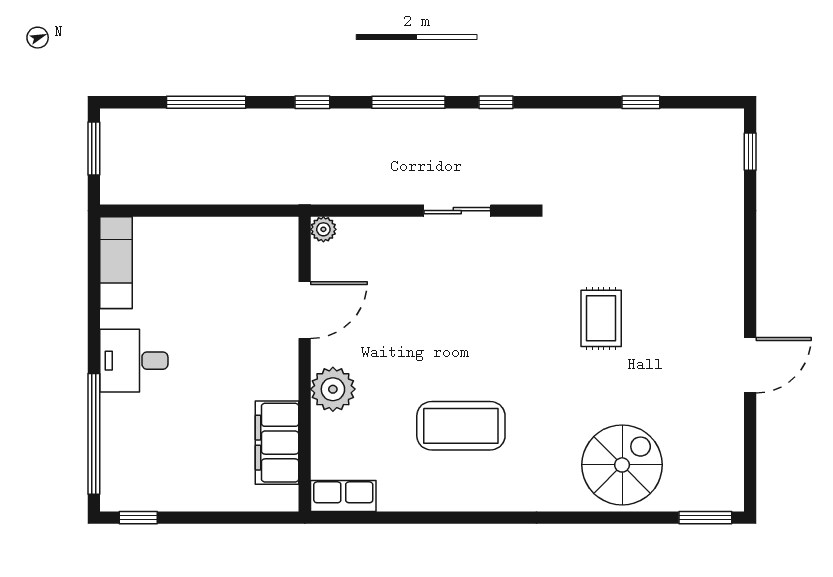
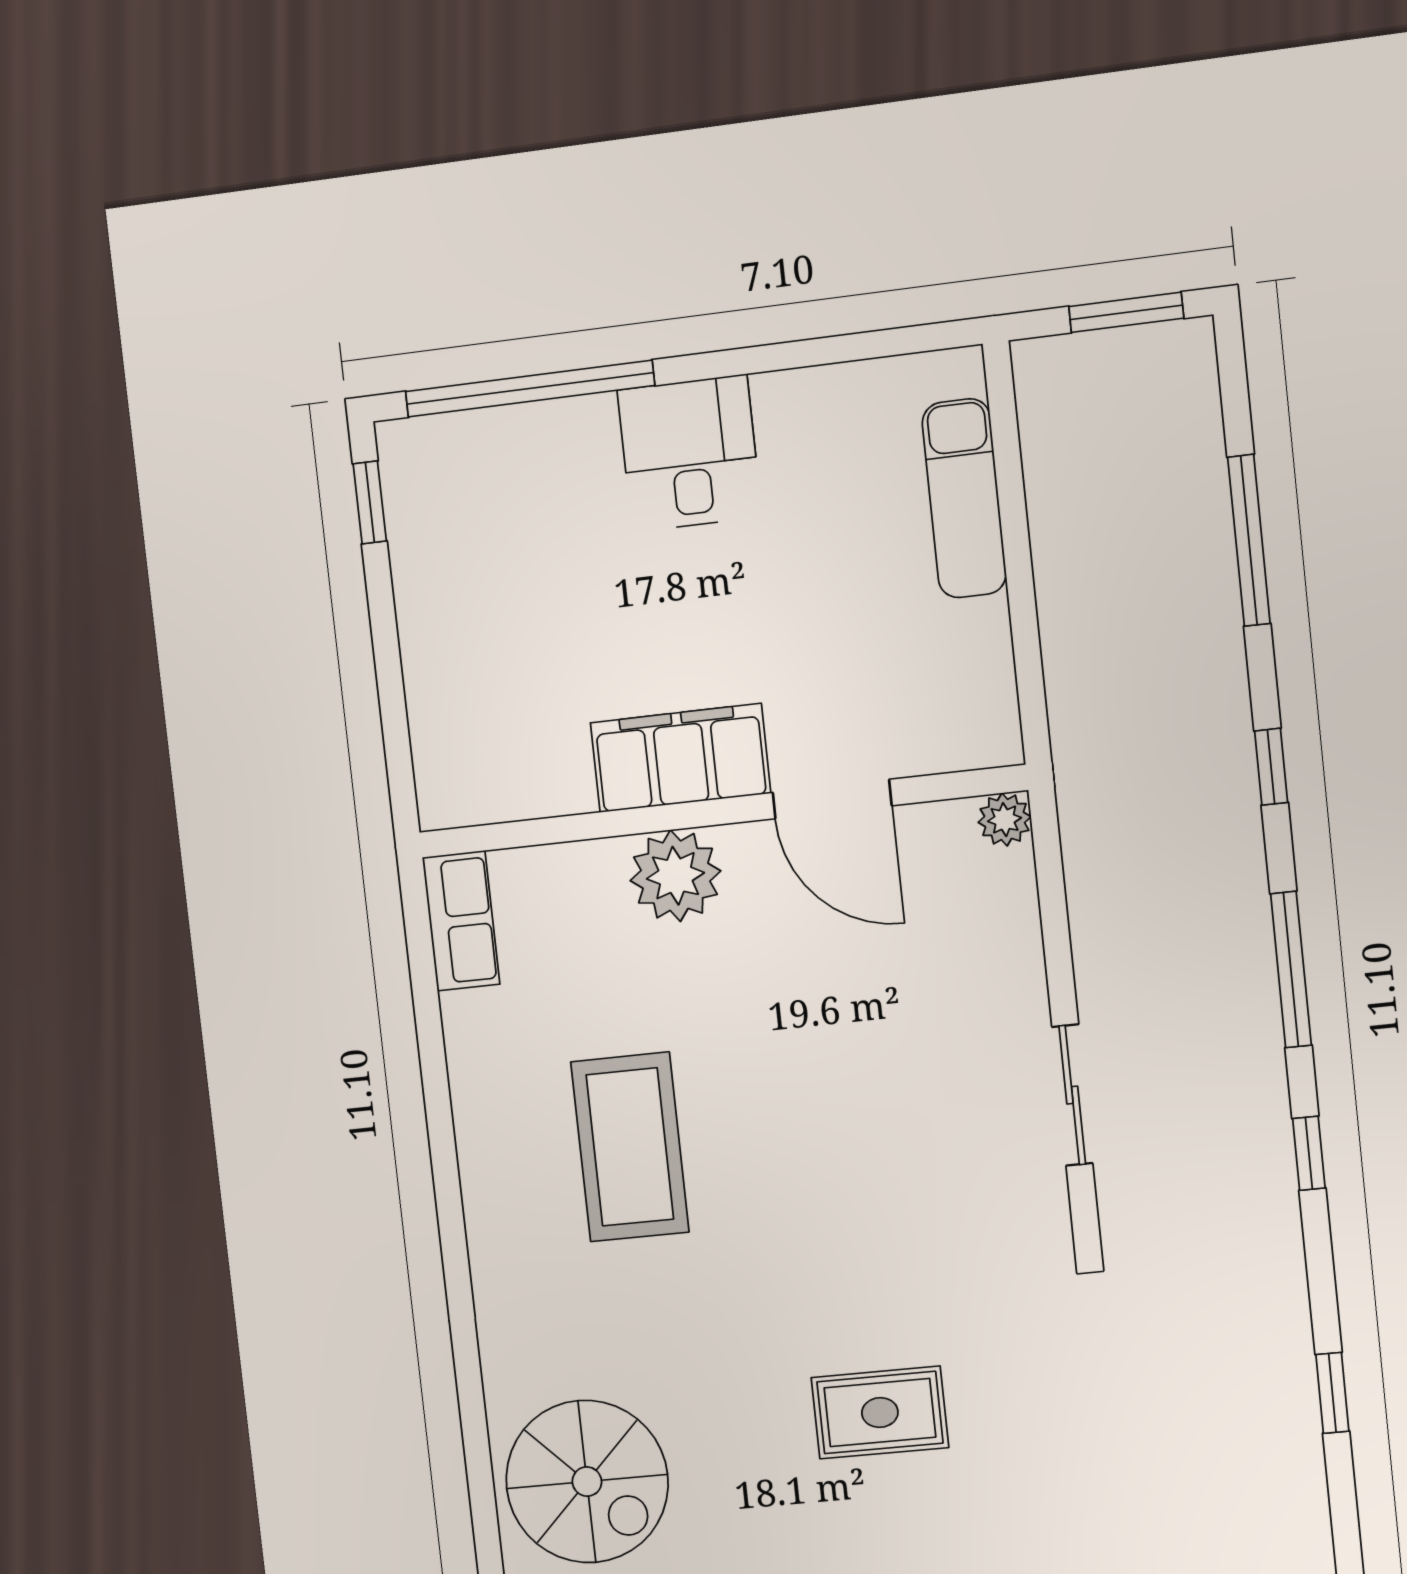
window: (641, 102) -> (1332, 1393), moved
exam couch: (116, 263) -> (964, 498), moved, turned 90
filing cabinet: (277, 443) -> (680, 758), moved

